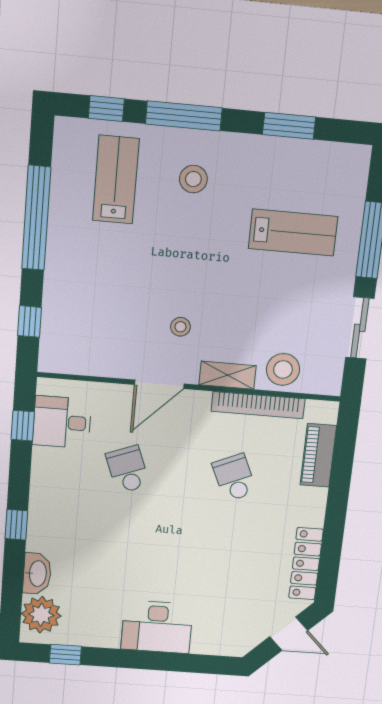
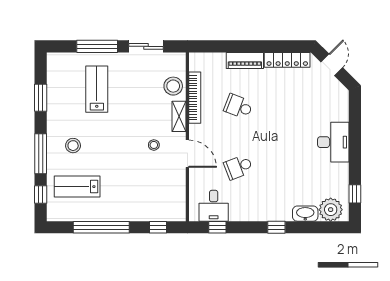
piano: (318, 455) -> (245, 60), moved
school desk: (234, 478) -> (238, 106), turned 45

